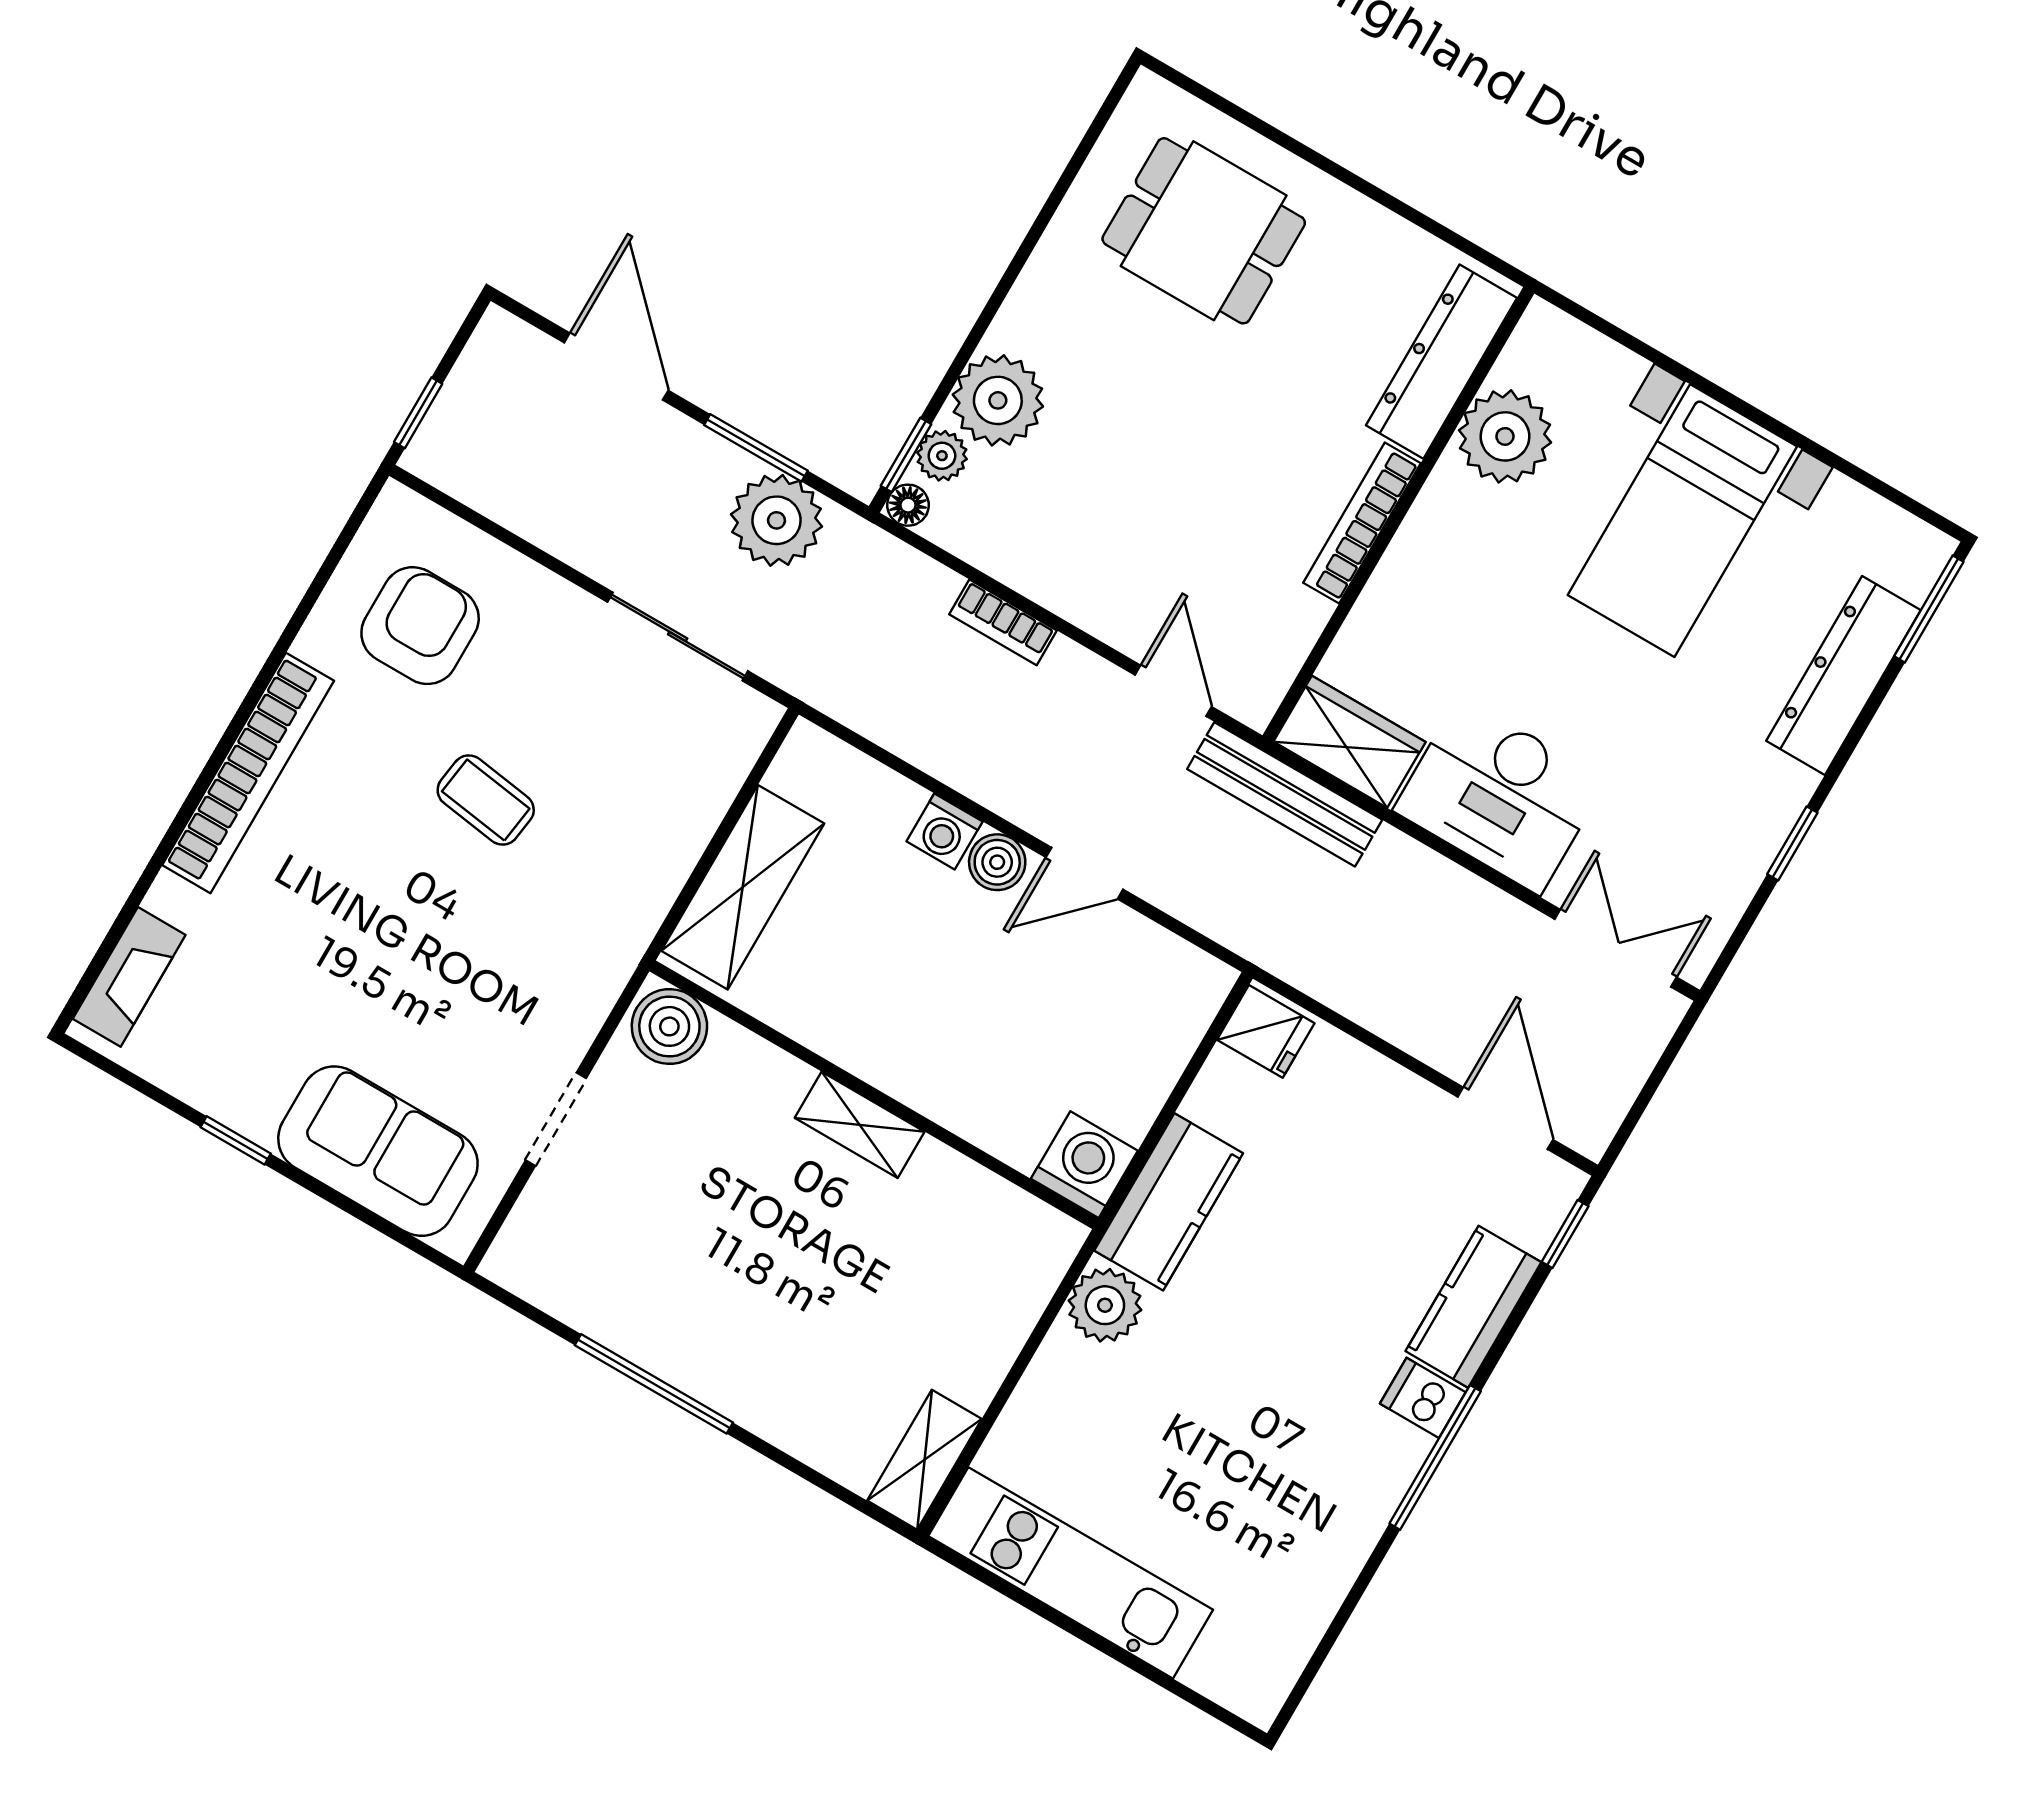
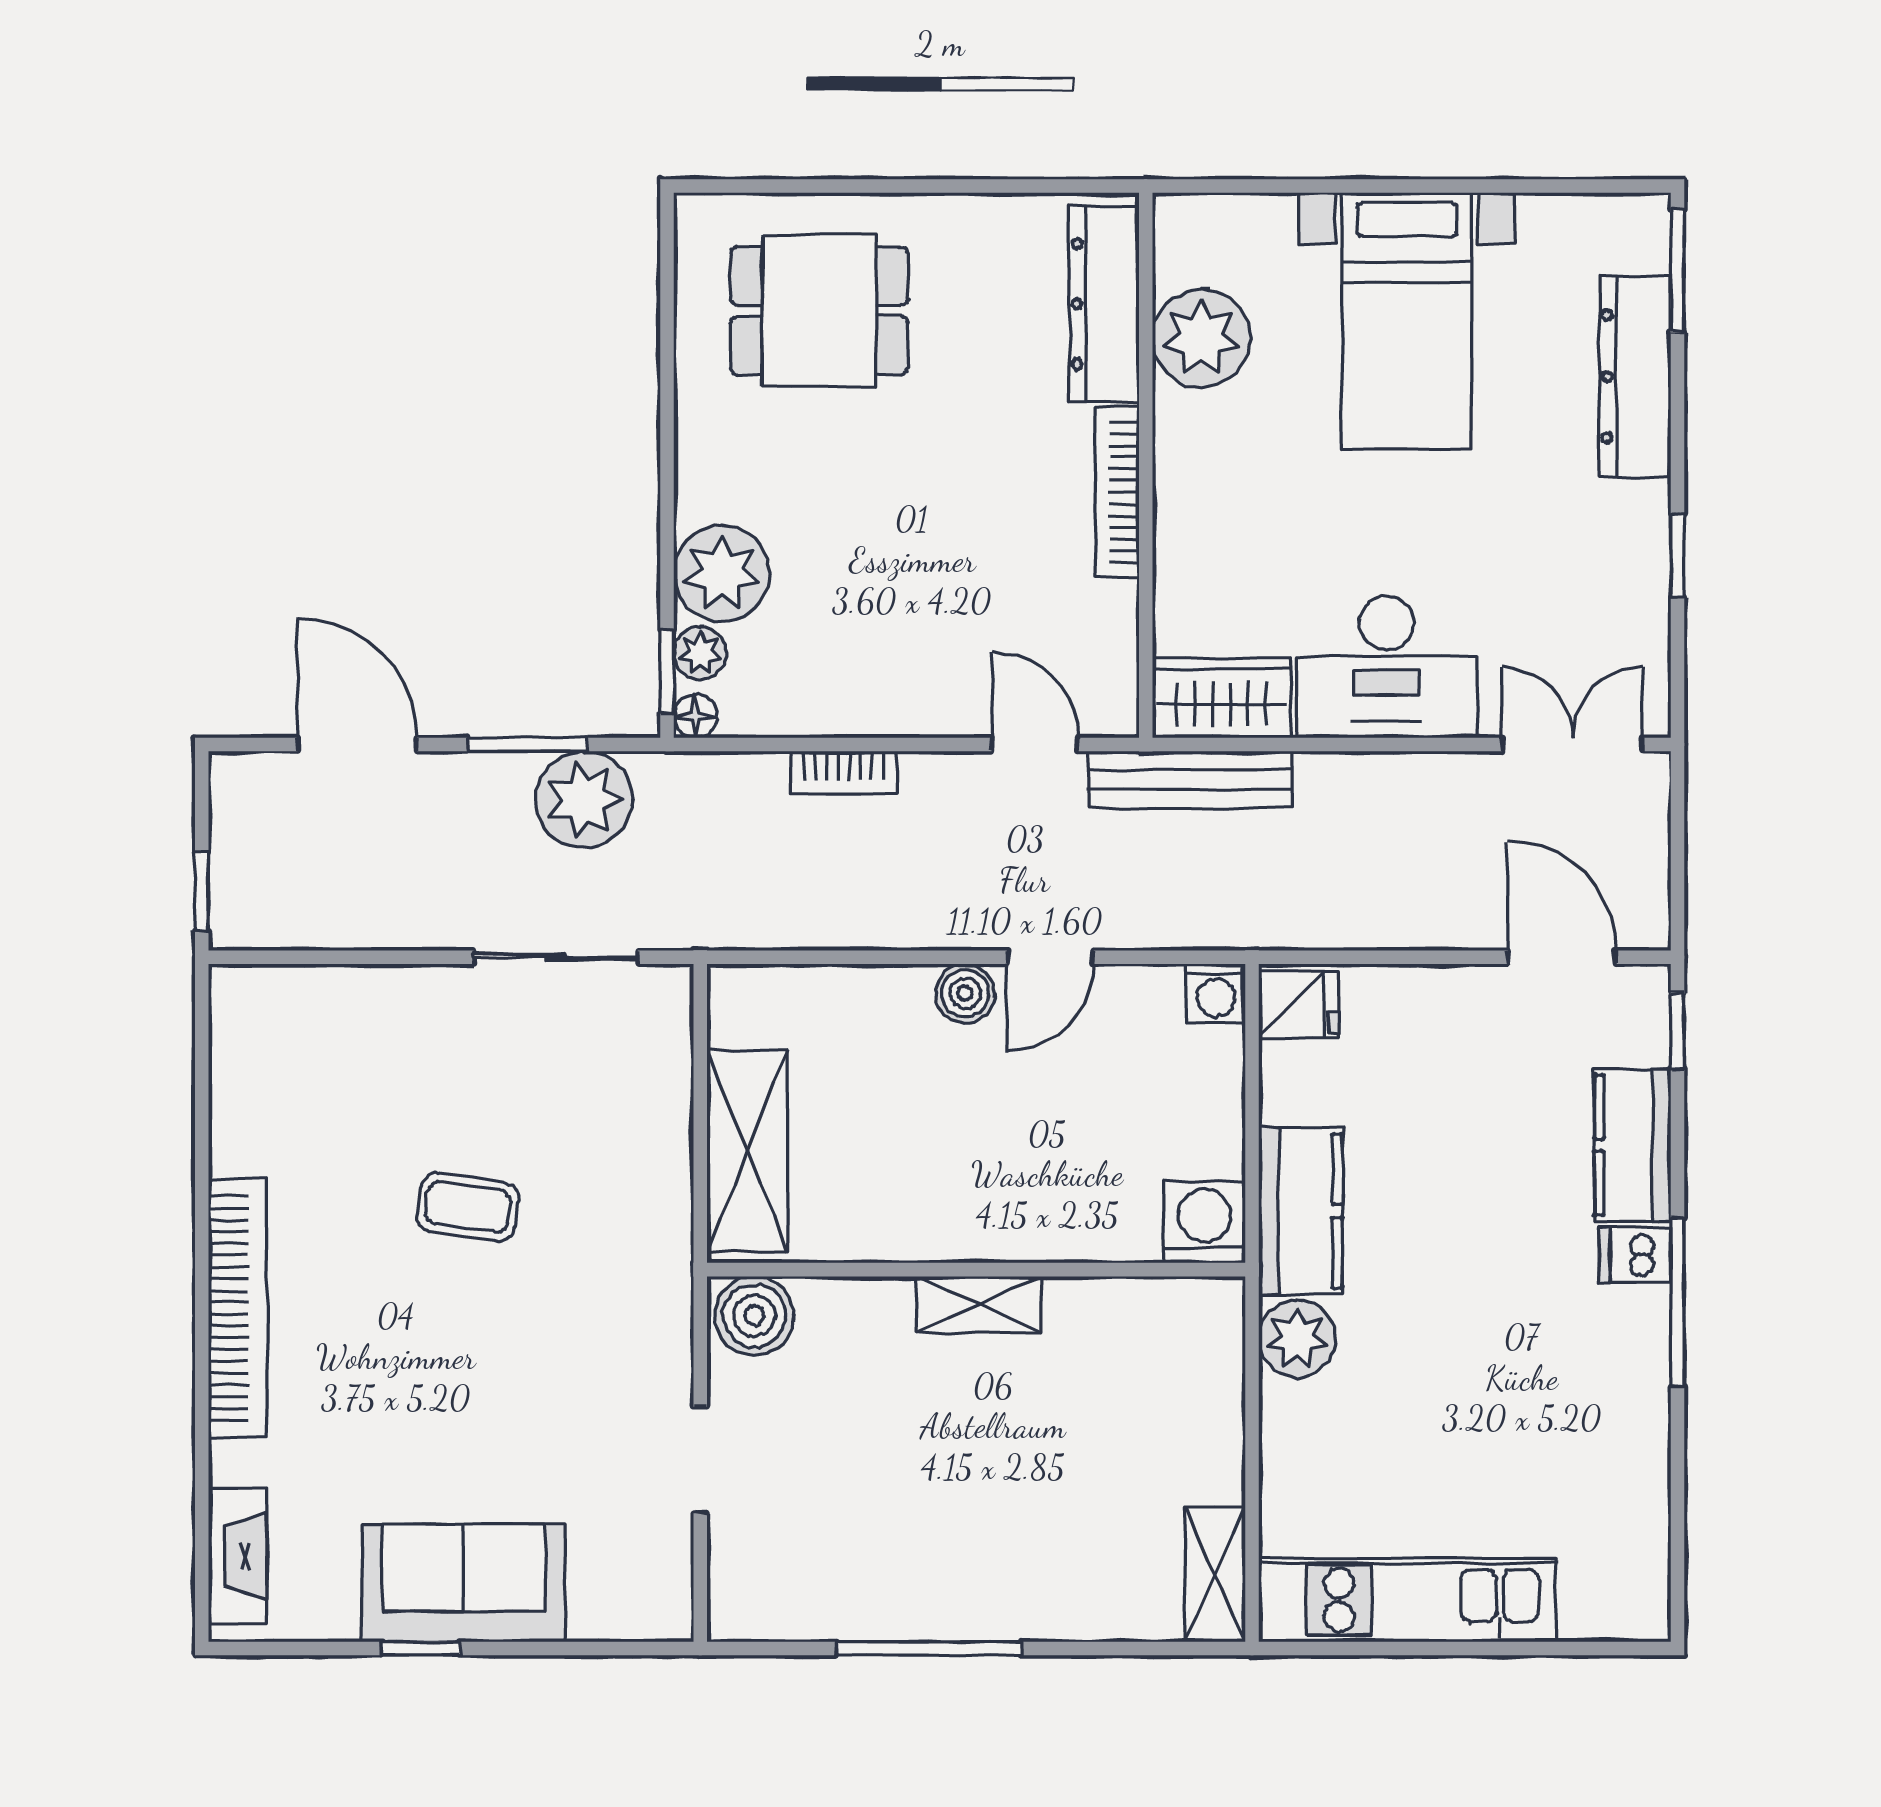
armchair: (420, 626) -> (316, 1083), removed
washing machine: (945, 831) -> (1216, 993), moved
sofa: (378, 1151) -> (464, 1583), moved

